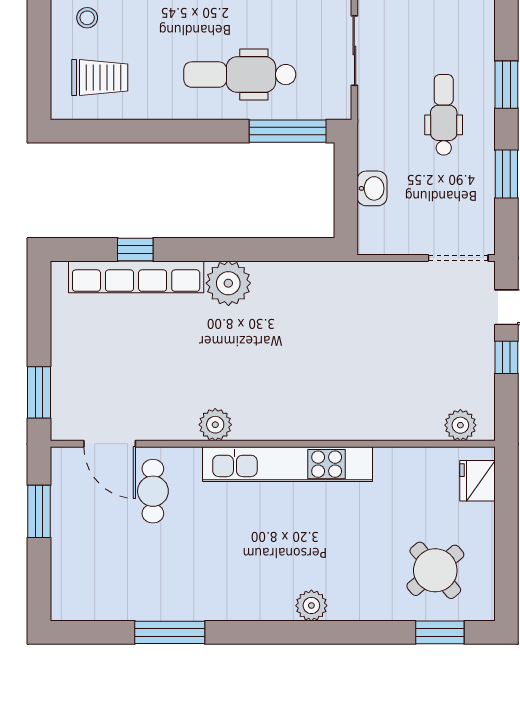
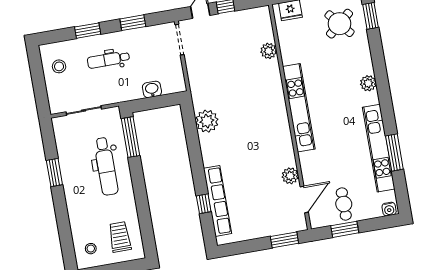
stool: (447, 18) -> (59, 66), added
plant: (228, 283) -> (207, 121), moved
plant: (215, 425) -> (290, 176), moved
plant: (460, 425) -> (269, 51), moved
cafe table: (153, 491) -> (344, 204), moved, turned 90
water cooler: (63, 603) -> (389, 209), added
kitchen unit: (183, 604) -> (379, 148), added

